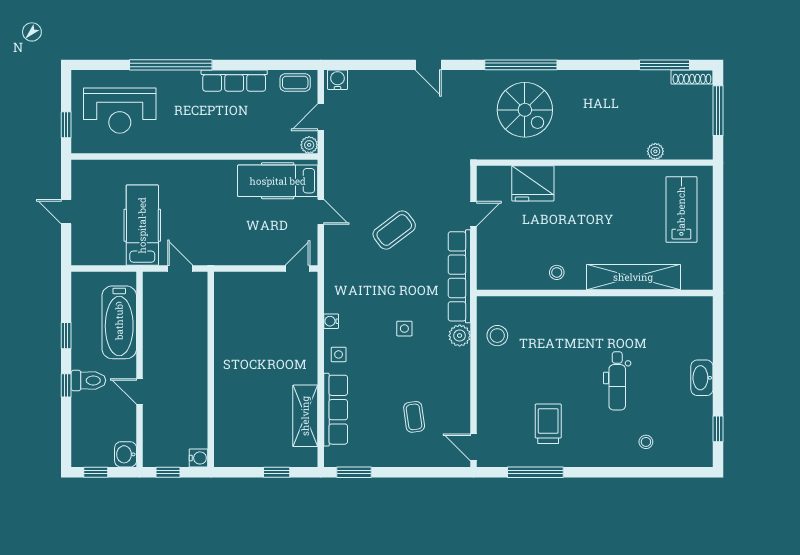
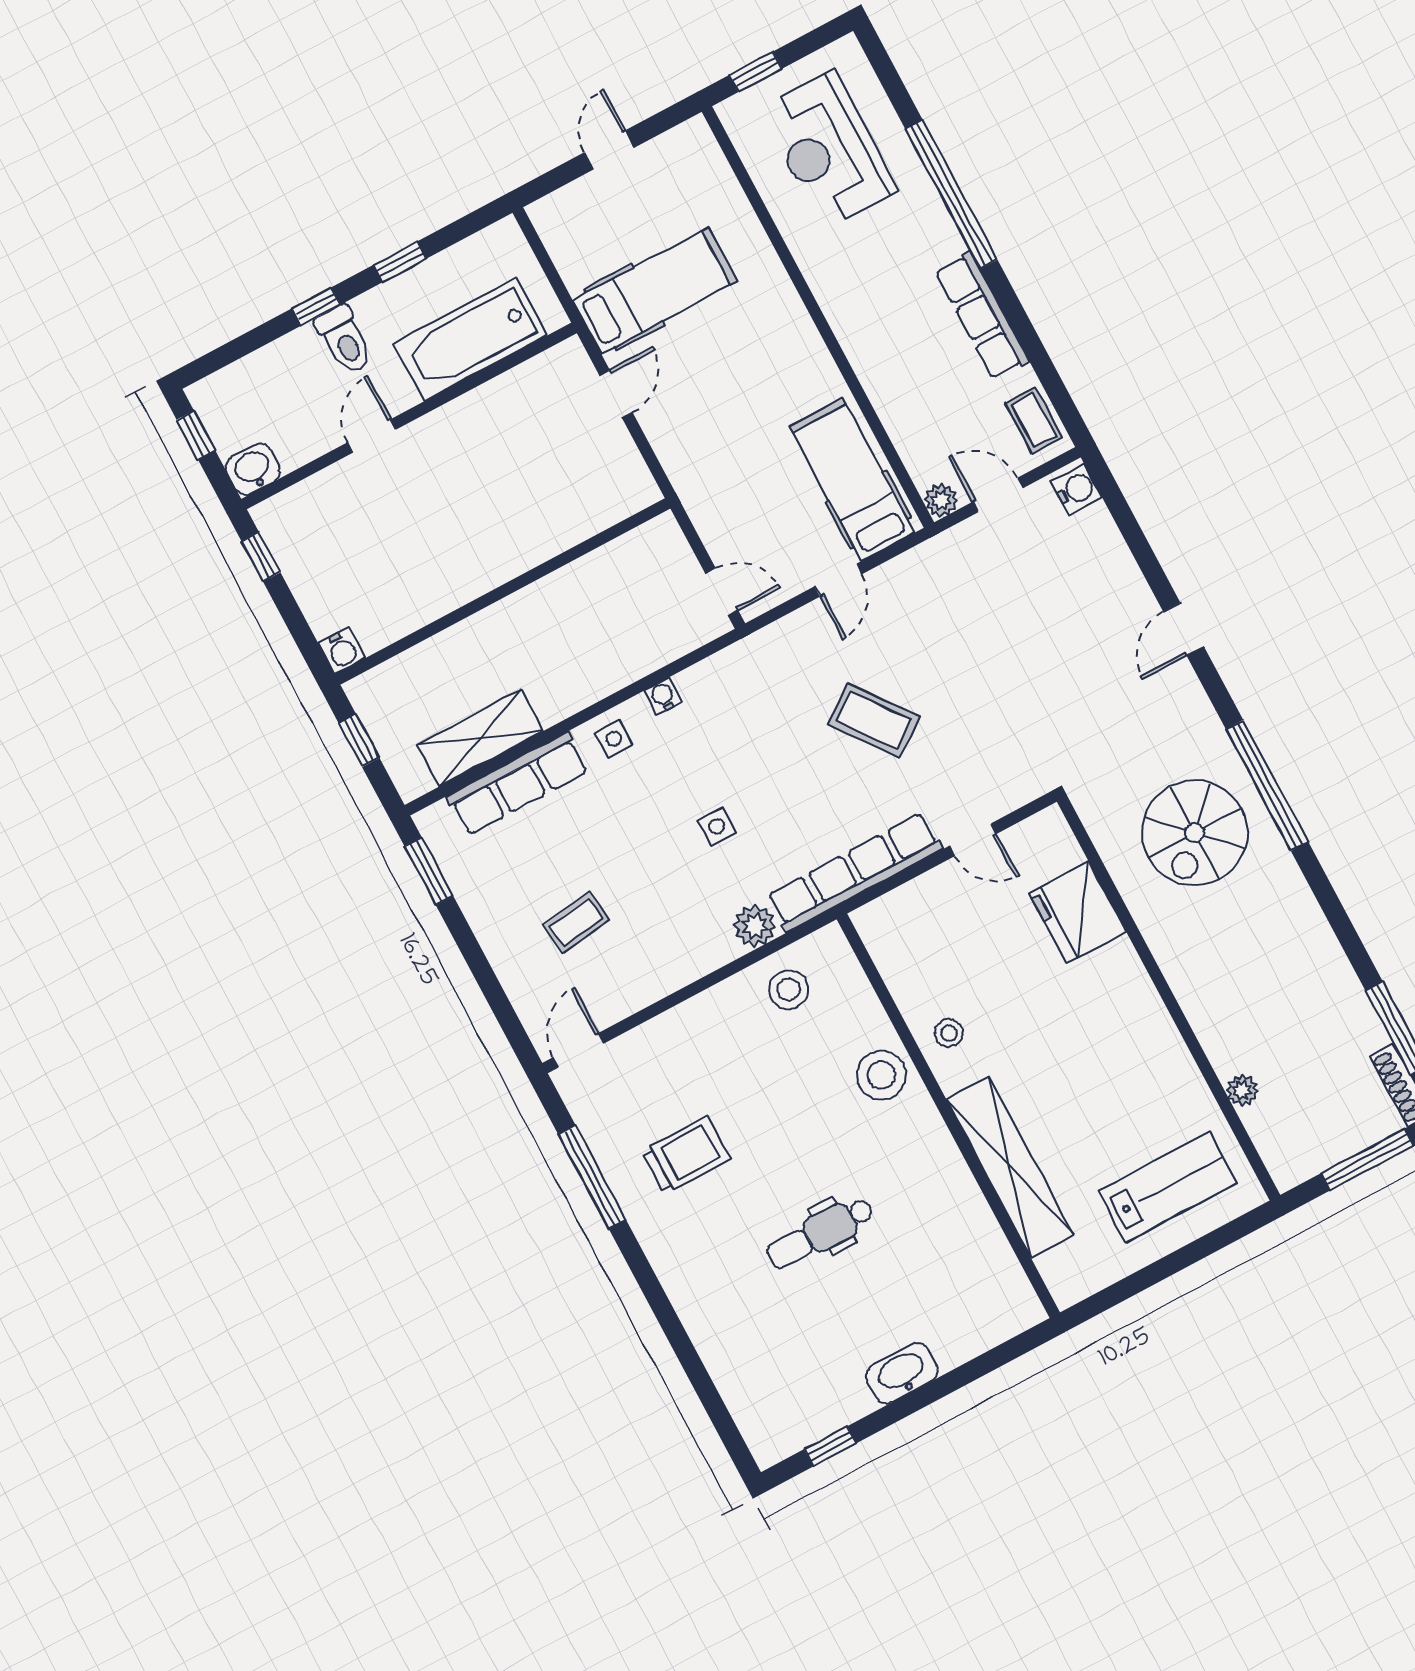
wall: (211, 369) -> (503, 591), moved
stool: (646, 442) -> (881, 1075), moved, width x1.89, depth x1.89
water cooler: (198, 458) -> (342, 651), moved

